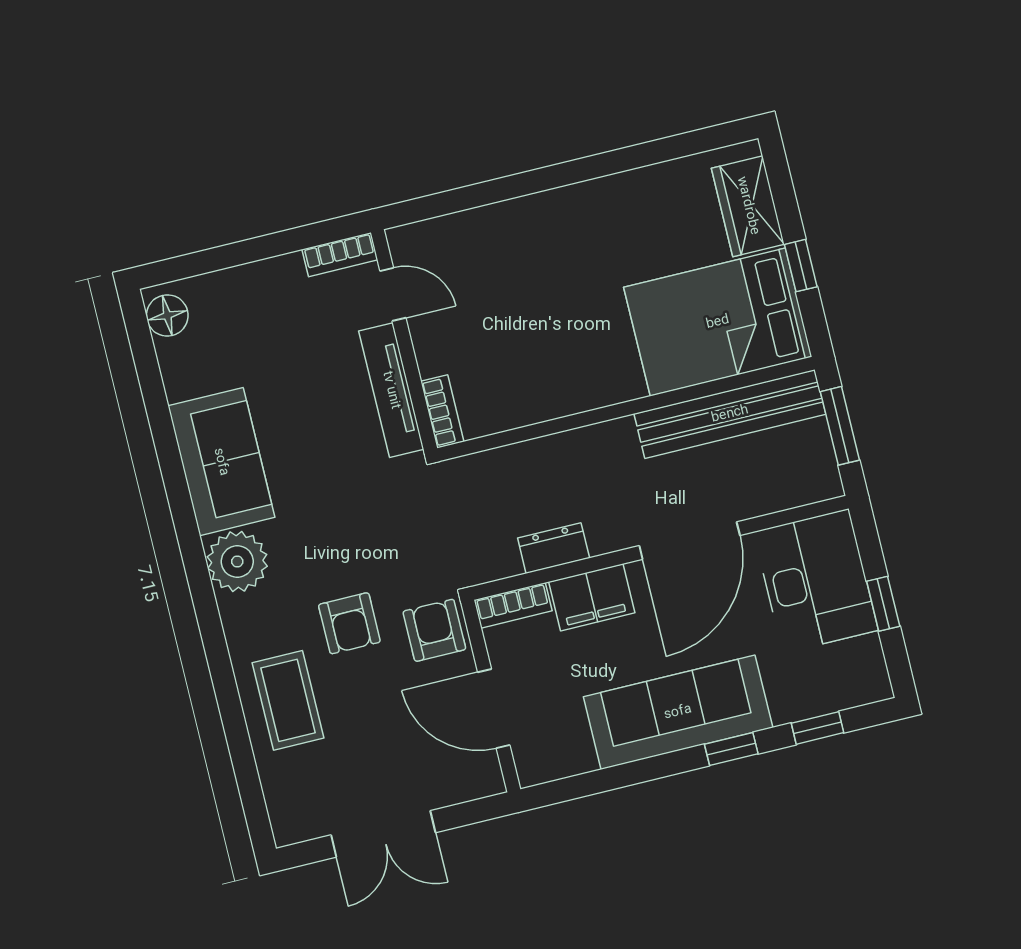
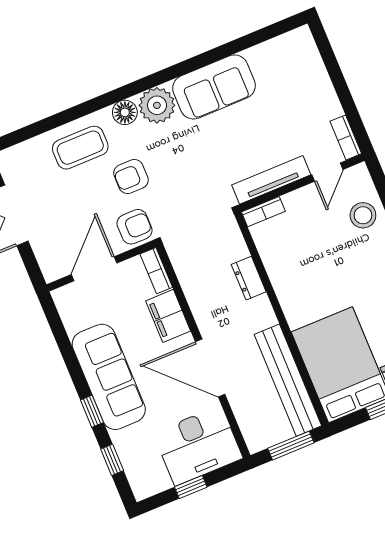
stool: (474, 246) -> (363, 215), added
floor lamp: (167, 315) -> (125, 112), moved
dresser: (554, 548) -> (249, 278), moved, turned 180

